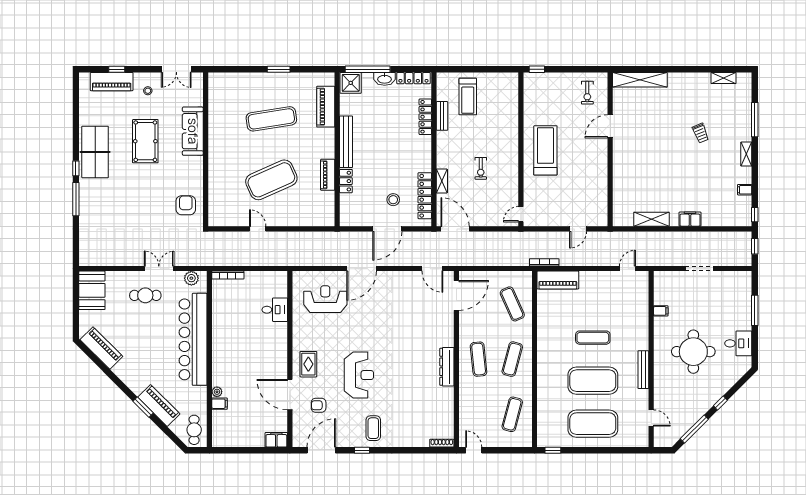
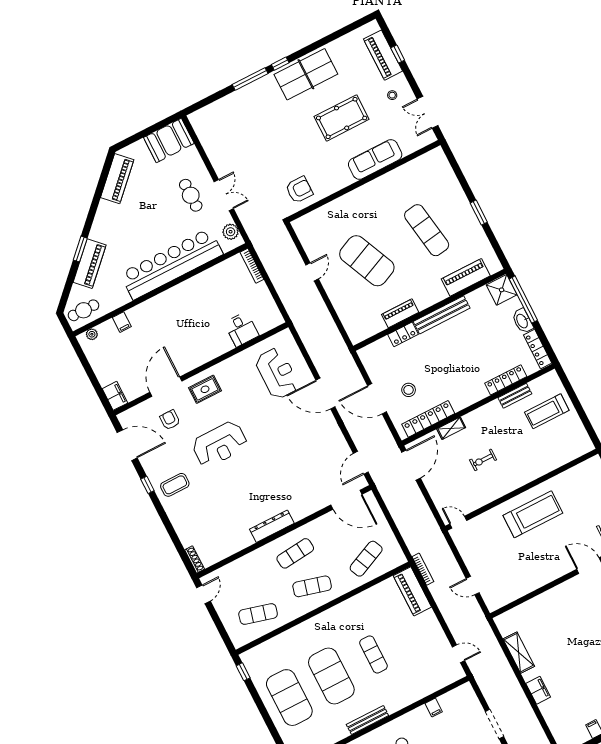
plant: (217, 392) -> (92, 334), moved

